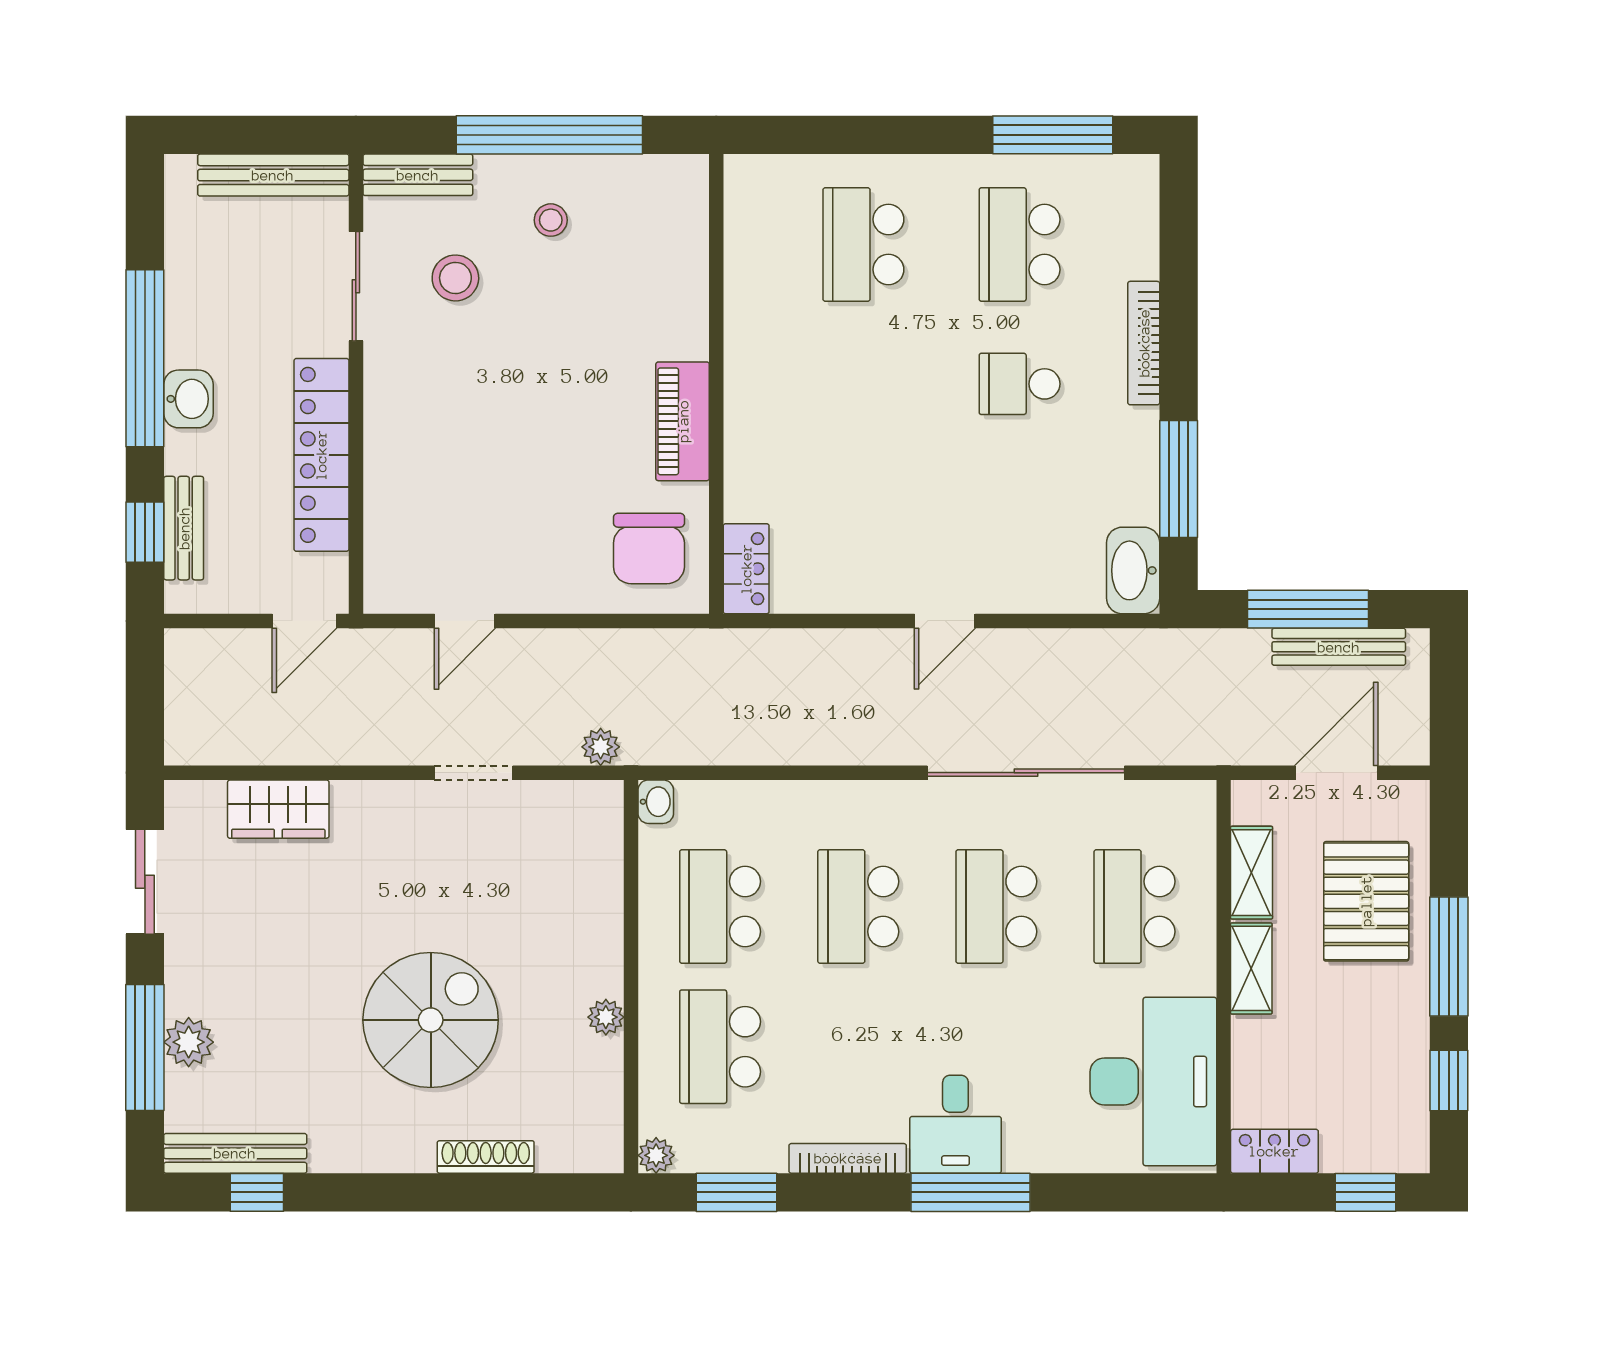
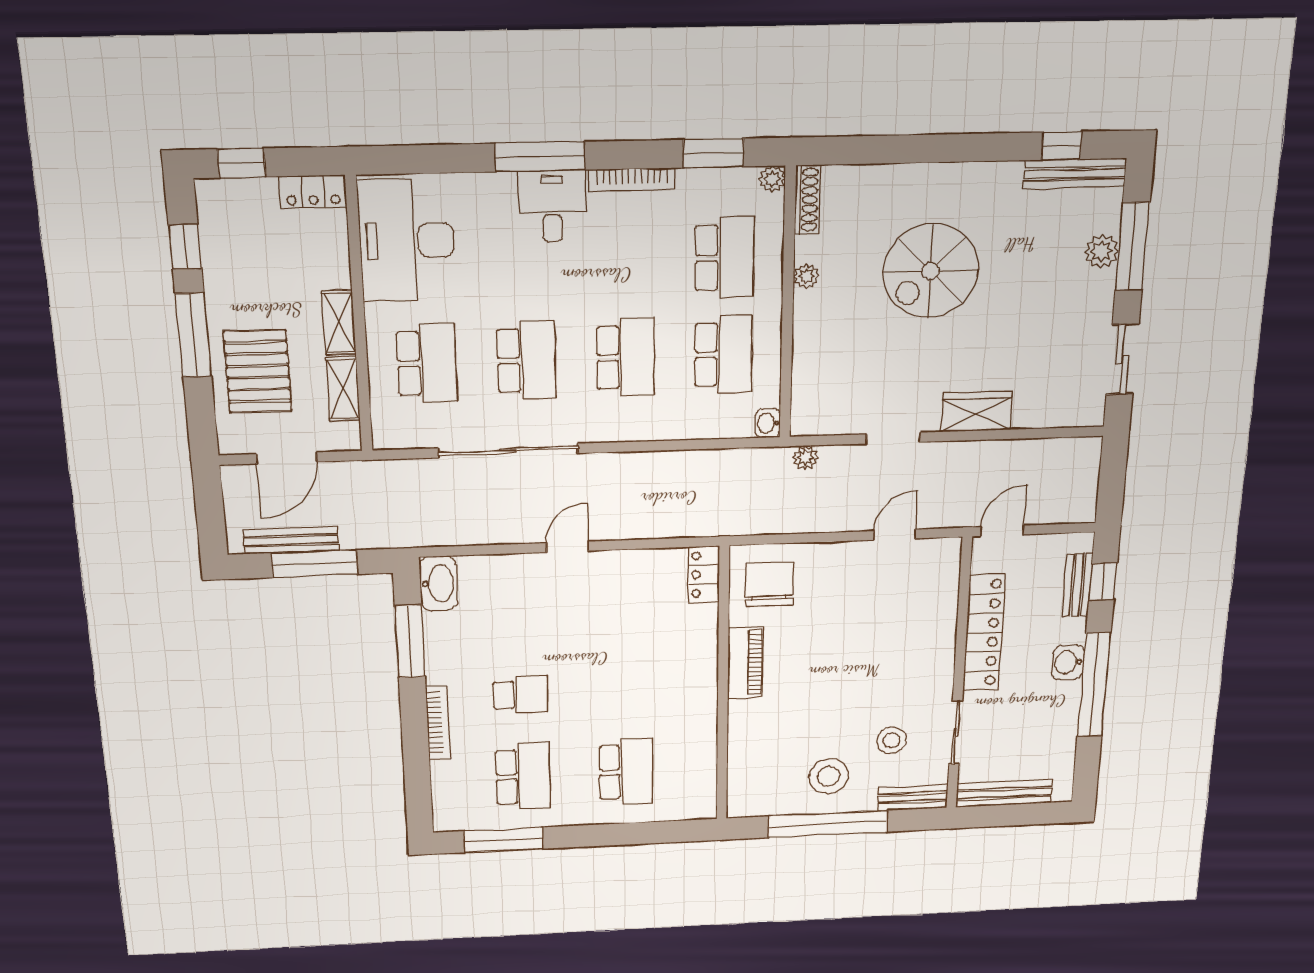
stool: (551, 220) -> (829, 776), width x1.89, depth x1.89
wardrobe: (278, 809) -> (976, 412), moved
shoe rack: (486, 1157) -> (807, 200), moved, turned -90

